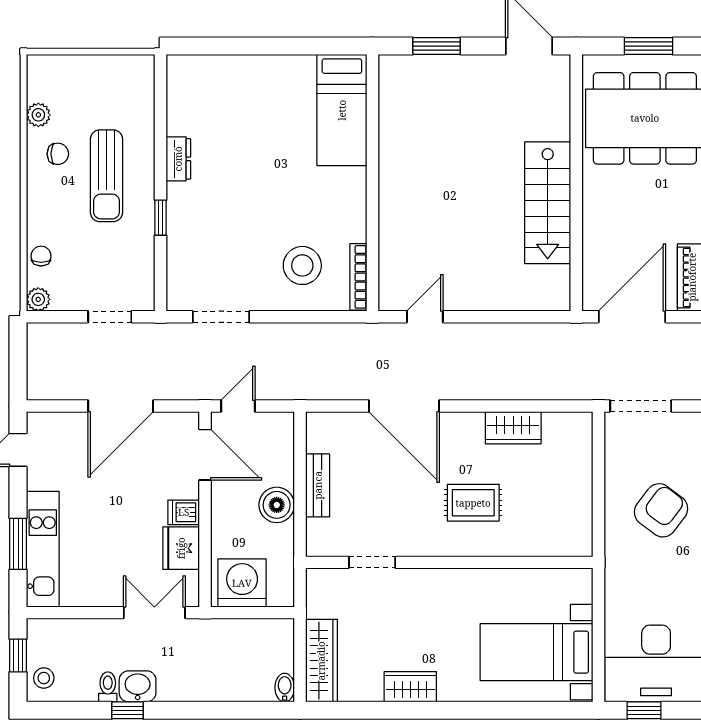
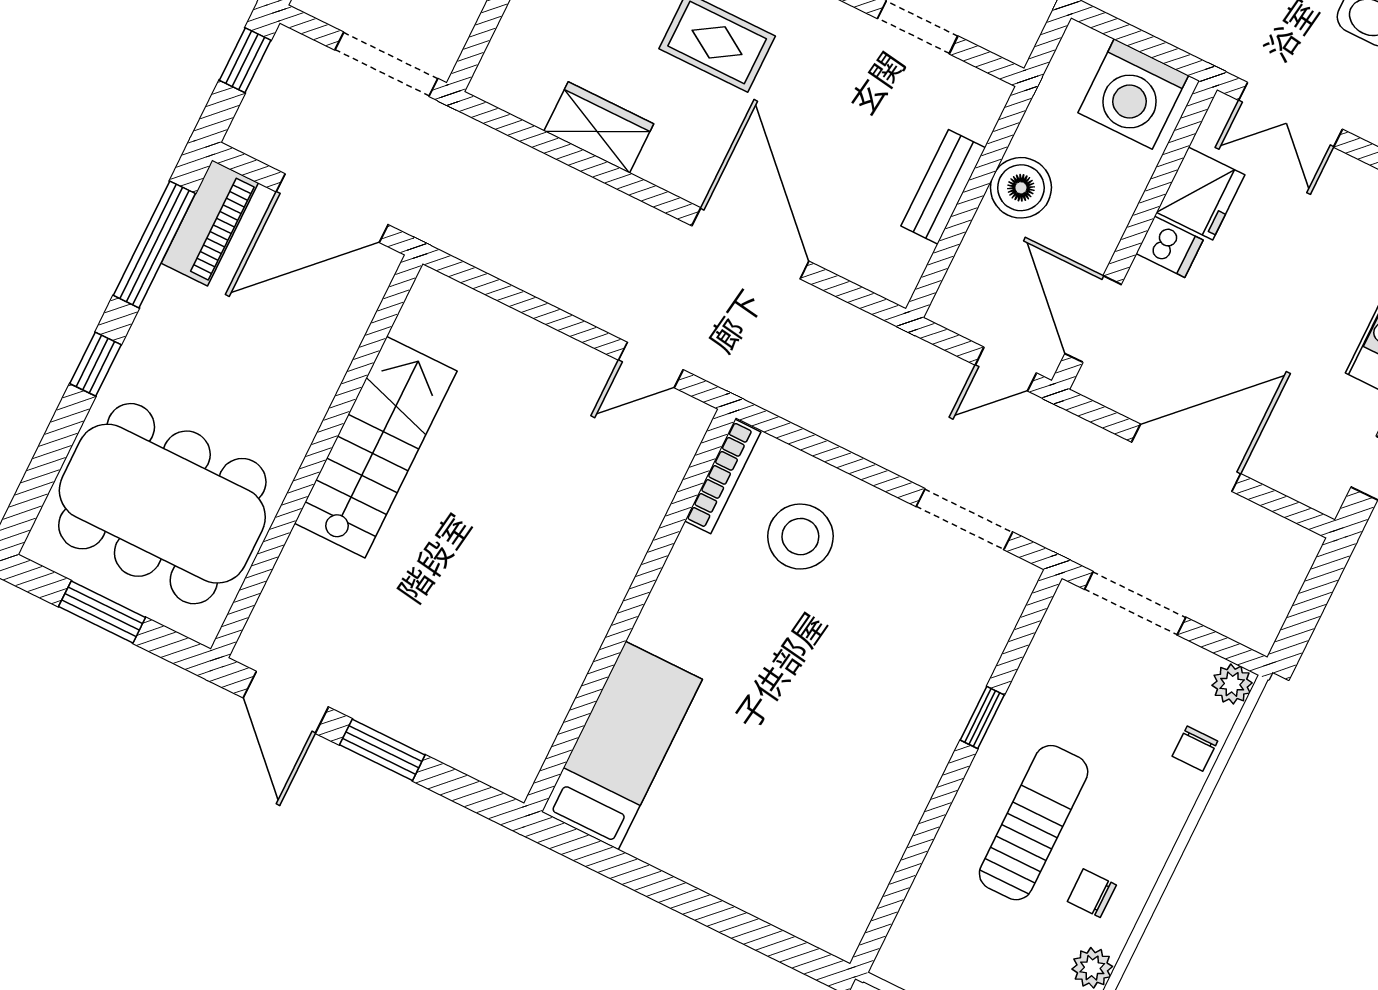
window: (436, 46) -> (382, 750), moved
dresser: (178, 159) -> (910, 794), removed
doorway: (110, 317) -> (1135, 603), width x1.38

